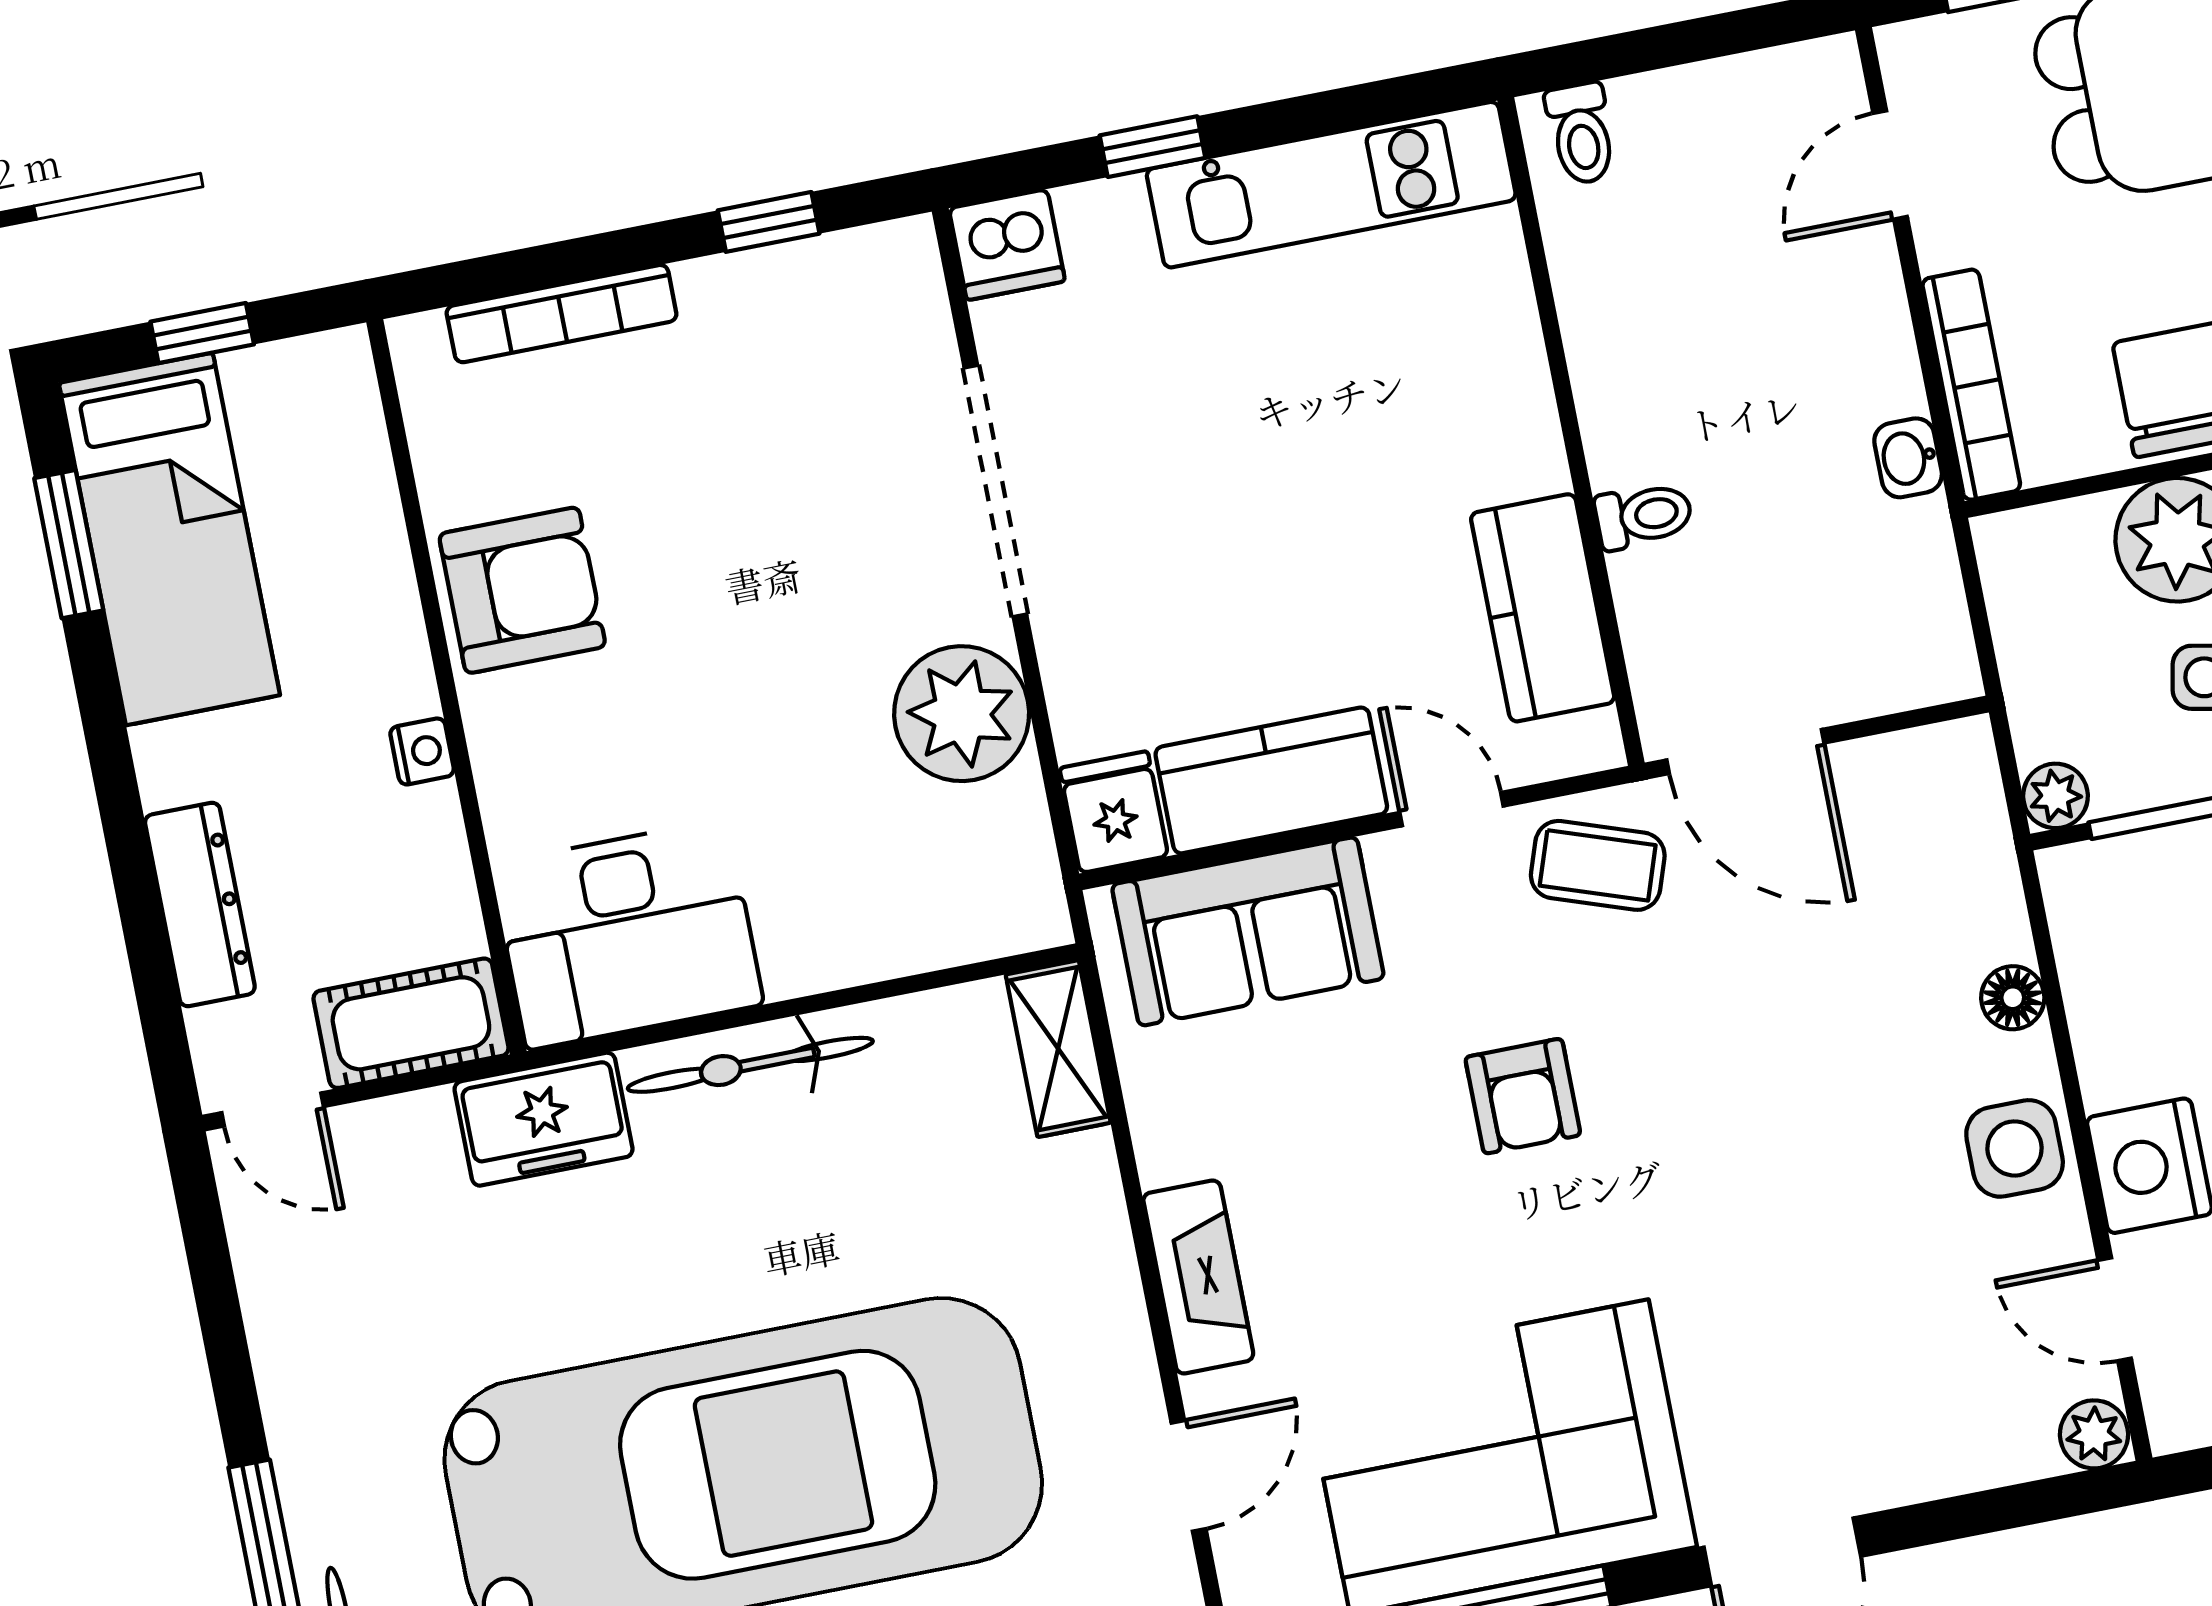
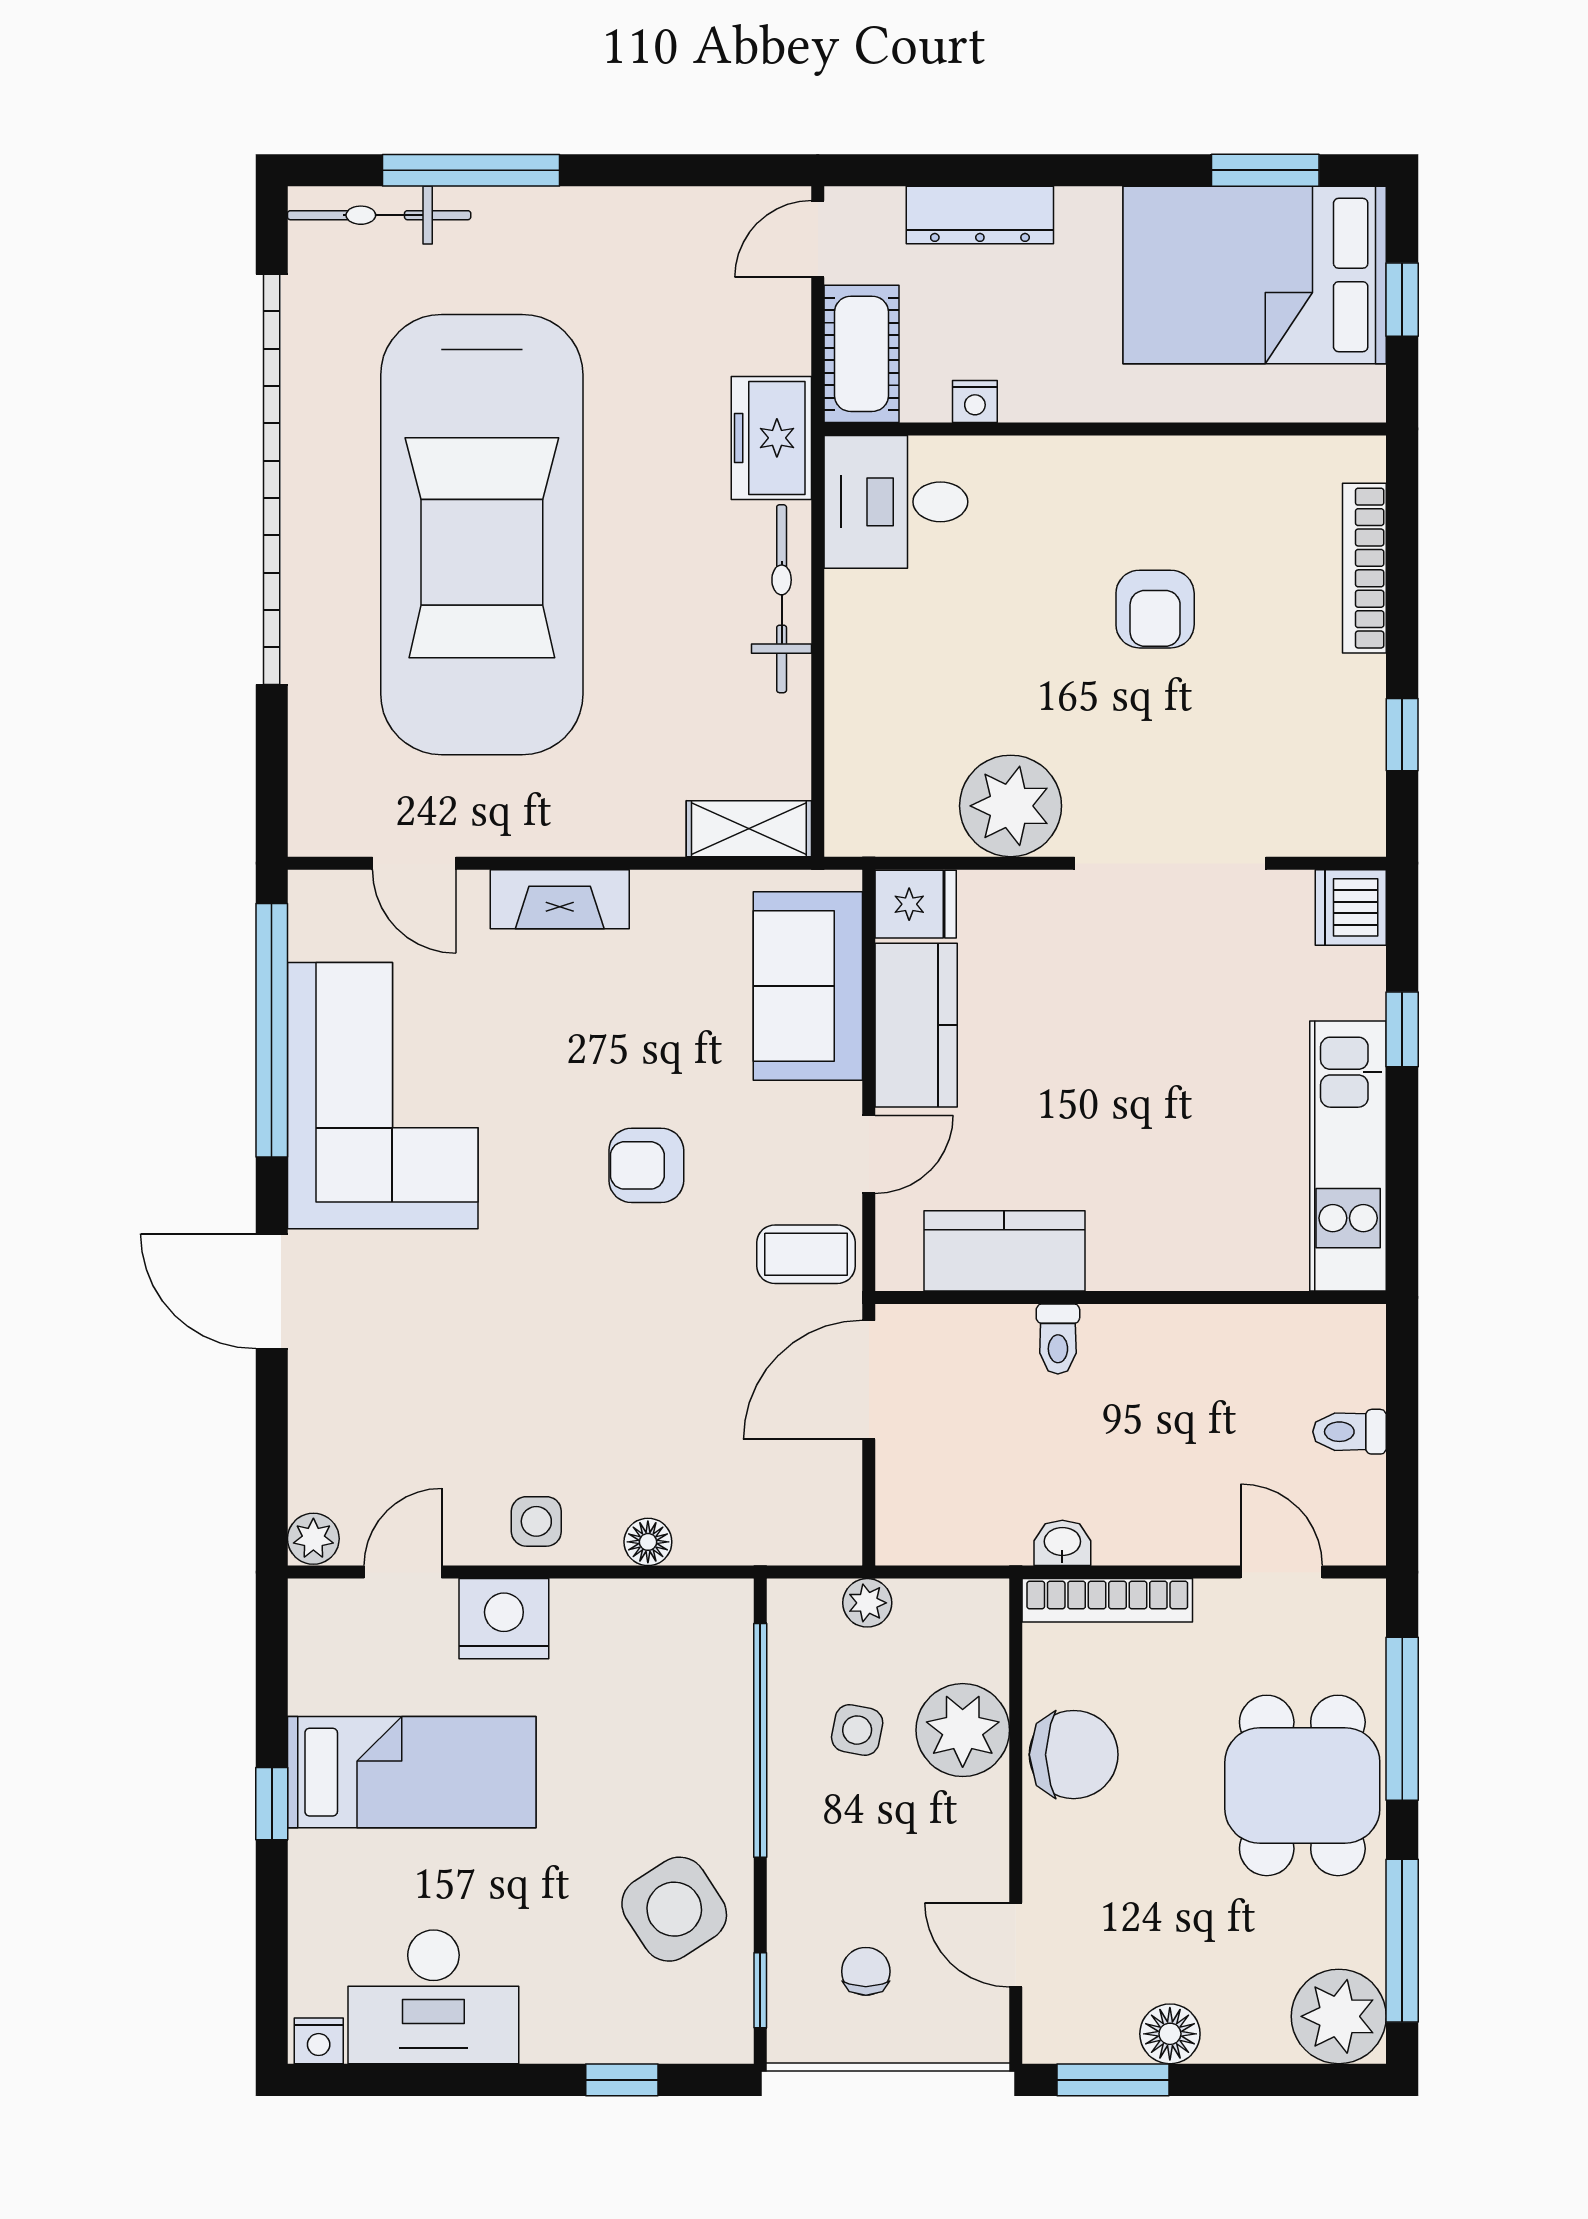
toilet: (1581, 134) -> (1350, 1432), moved
bed: (169, 539) -> (1255, 275), width x1.50
armchair: (522, 590) -> (1155, 609), moved, width x0.72, depth x0.72
nightstand: (422, 751) -> (975, 401), moved
plant: (2055, 796) -> (867, 1603), moved
coffee table: (1598, 865) -> (806, 1254), turned 71
desk: (627, 934) -> (896, 502), width x0.73
side table: (2015, 1148) -> (536, 1521), width x0.73, depth x0.73

